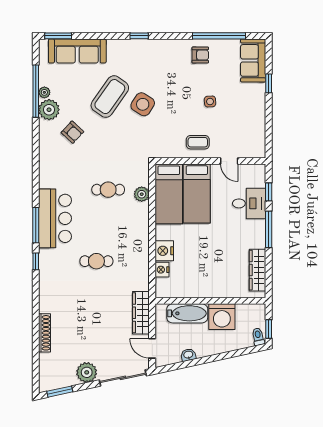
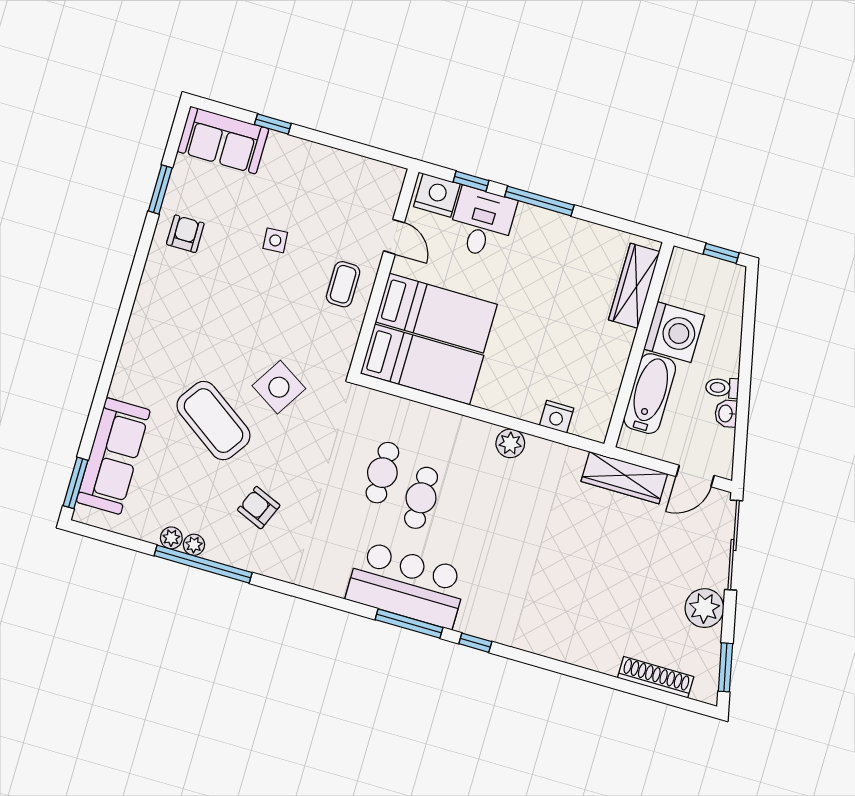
window: (139, 36) -> (118, 335), removed
window: (219, 36) -> (160, 189), width x0.47
window: (36, 91) -> (203, 564), moved
side table: (143, 104) -> (279, 387), moved
plant: (49, 110) -> (194, 545), width x0.53, depth x0.53
armchair: (72, 132) -> (259, 508), turned -110
door: (229, 161) -> (394, 237), hinge flipped
plant: (142, 194) -> (510, 443), moved
nightstand: (164, 251) -> (437, 195), moved, turned 180
cafe table: (96, 261) -> (421, 498), moved
wardrobe: (258, 270) -> (634, 286), moved, turned 90
shoe rack: (45, 333) -> (656, 677), moved
toilet: (258, 337) -> (722, 388), moved

